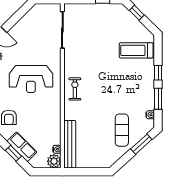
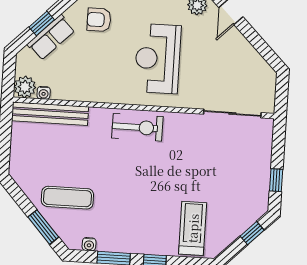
exercise bike: (75, 89) -> (137, 127), width x1.38, depth x1.39

